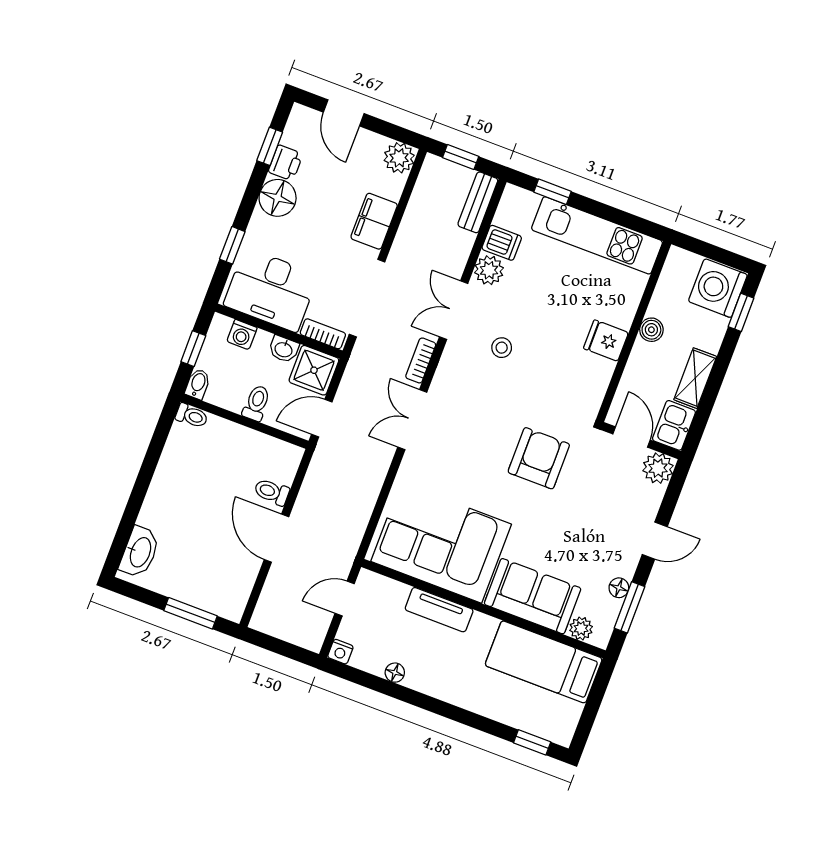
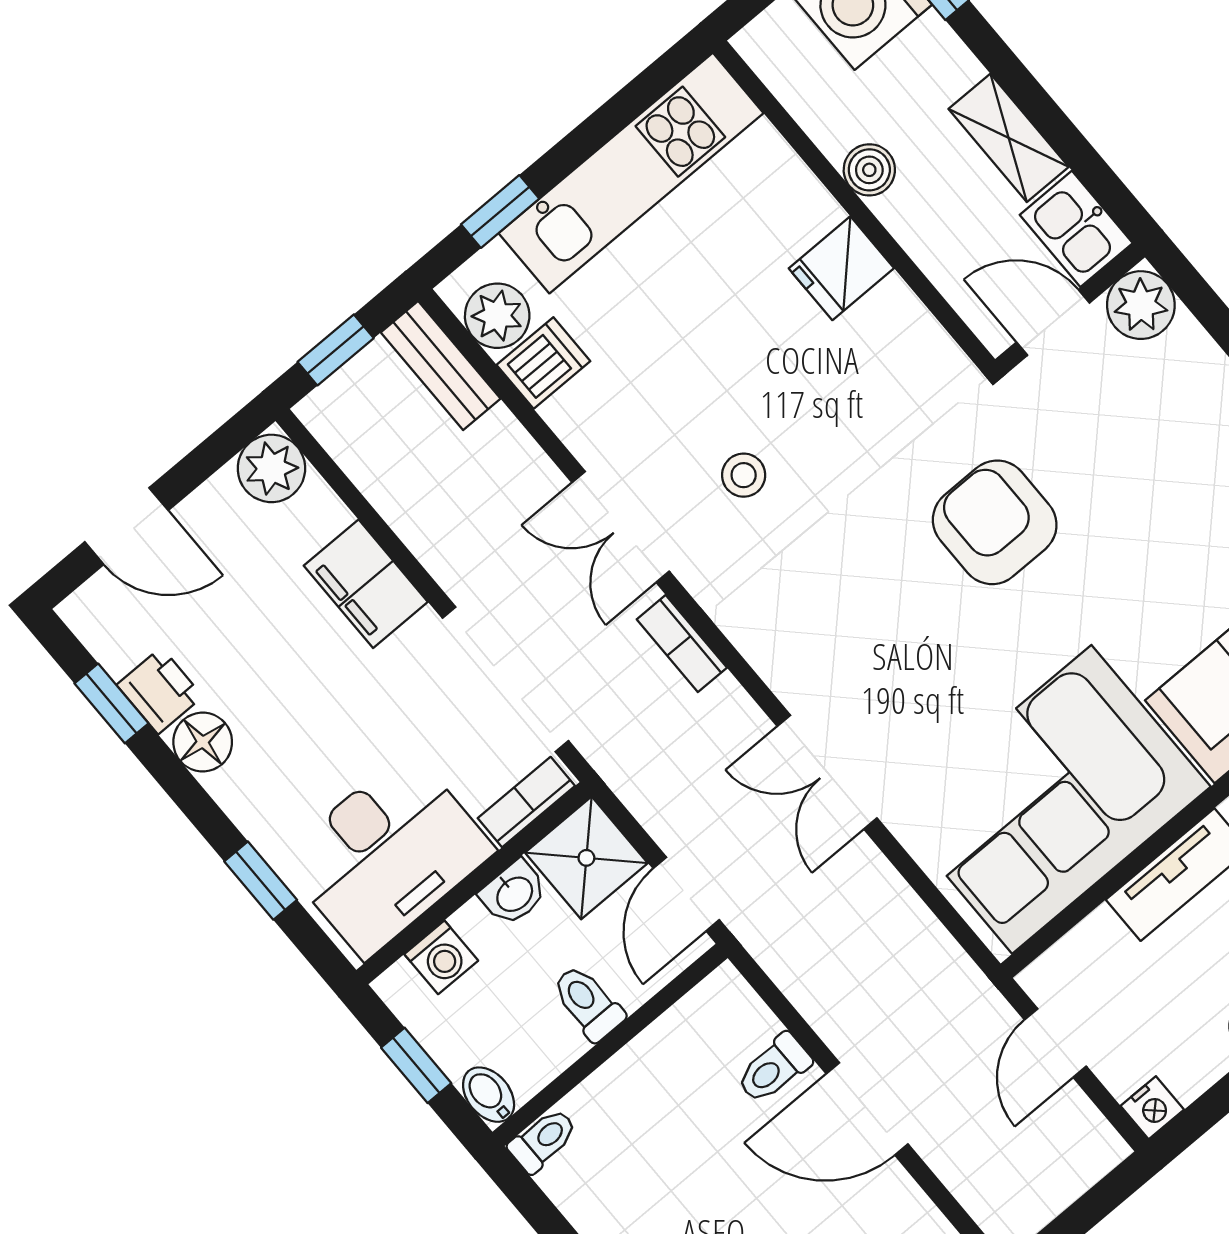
floor lamp: (278, 198) -> (203, 742), width x0.73, depth x0.73
plant: (489, 270) -> (497, 316), moved
double door: (412, 420) -> (827, 772), moved

